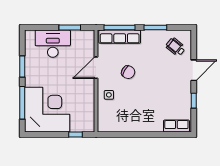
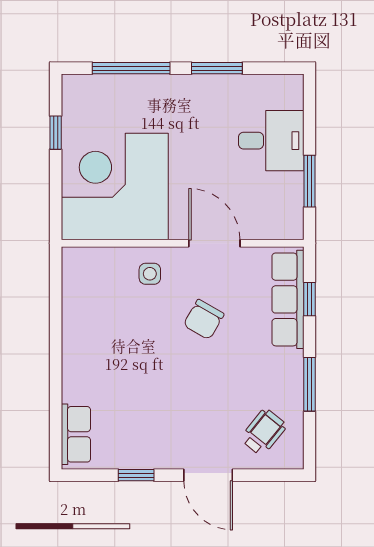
window: (120, 28) -> (310, 299), width x0.46
desk: (53, 44) -> (271, 141), width x0.73
corner desk: (47, 110) -> (115, 186), moved, turned 180
window: (75, 135) -> (56, 133), moved

